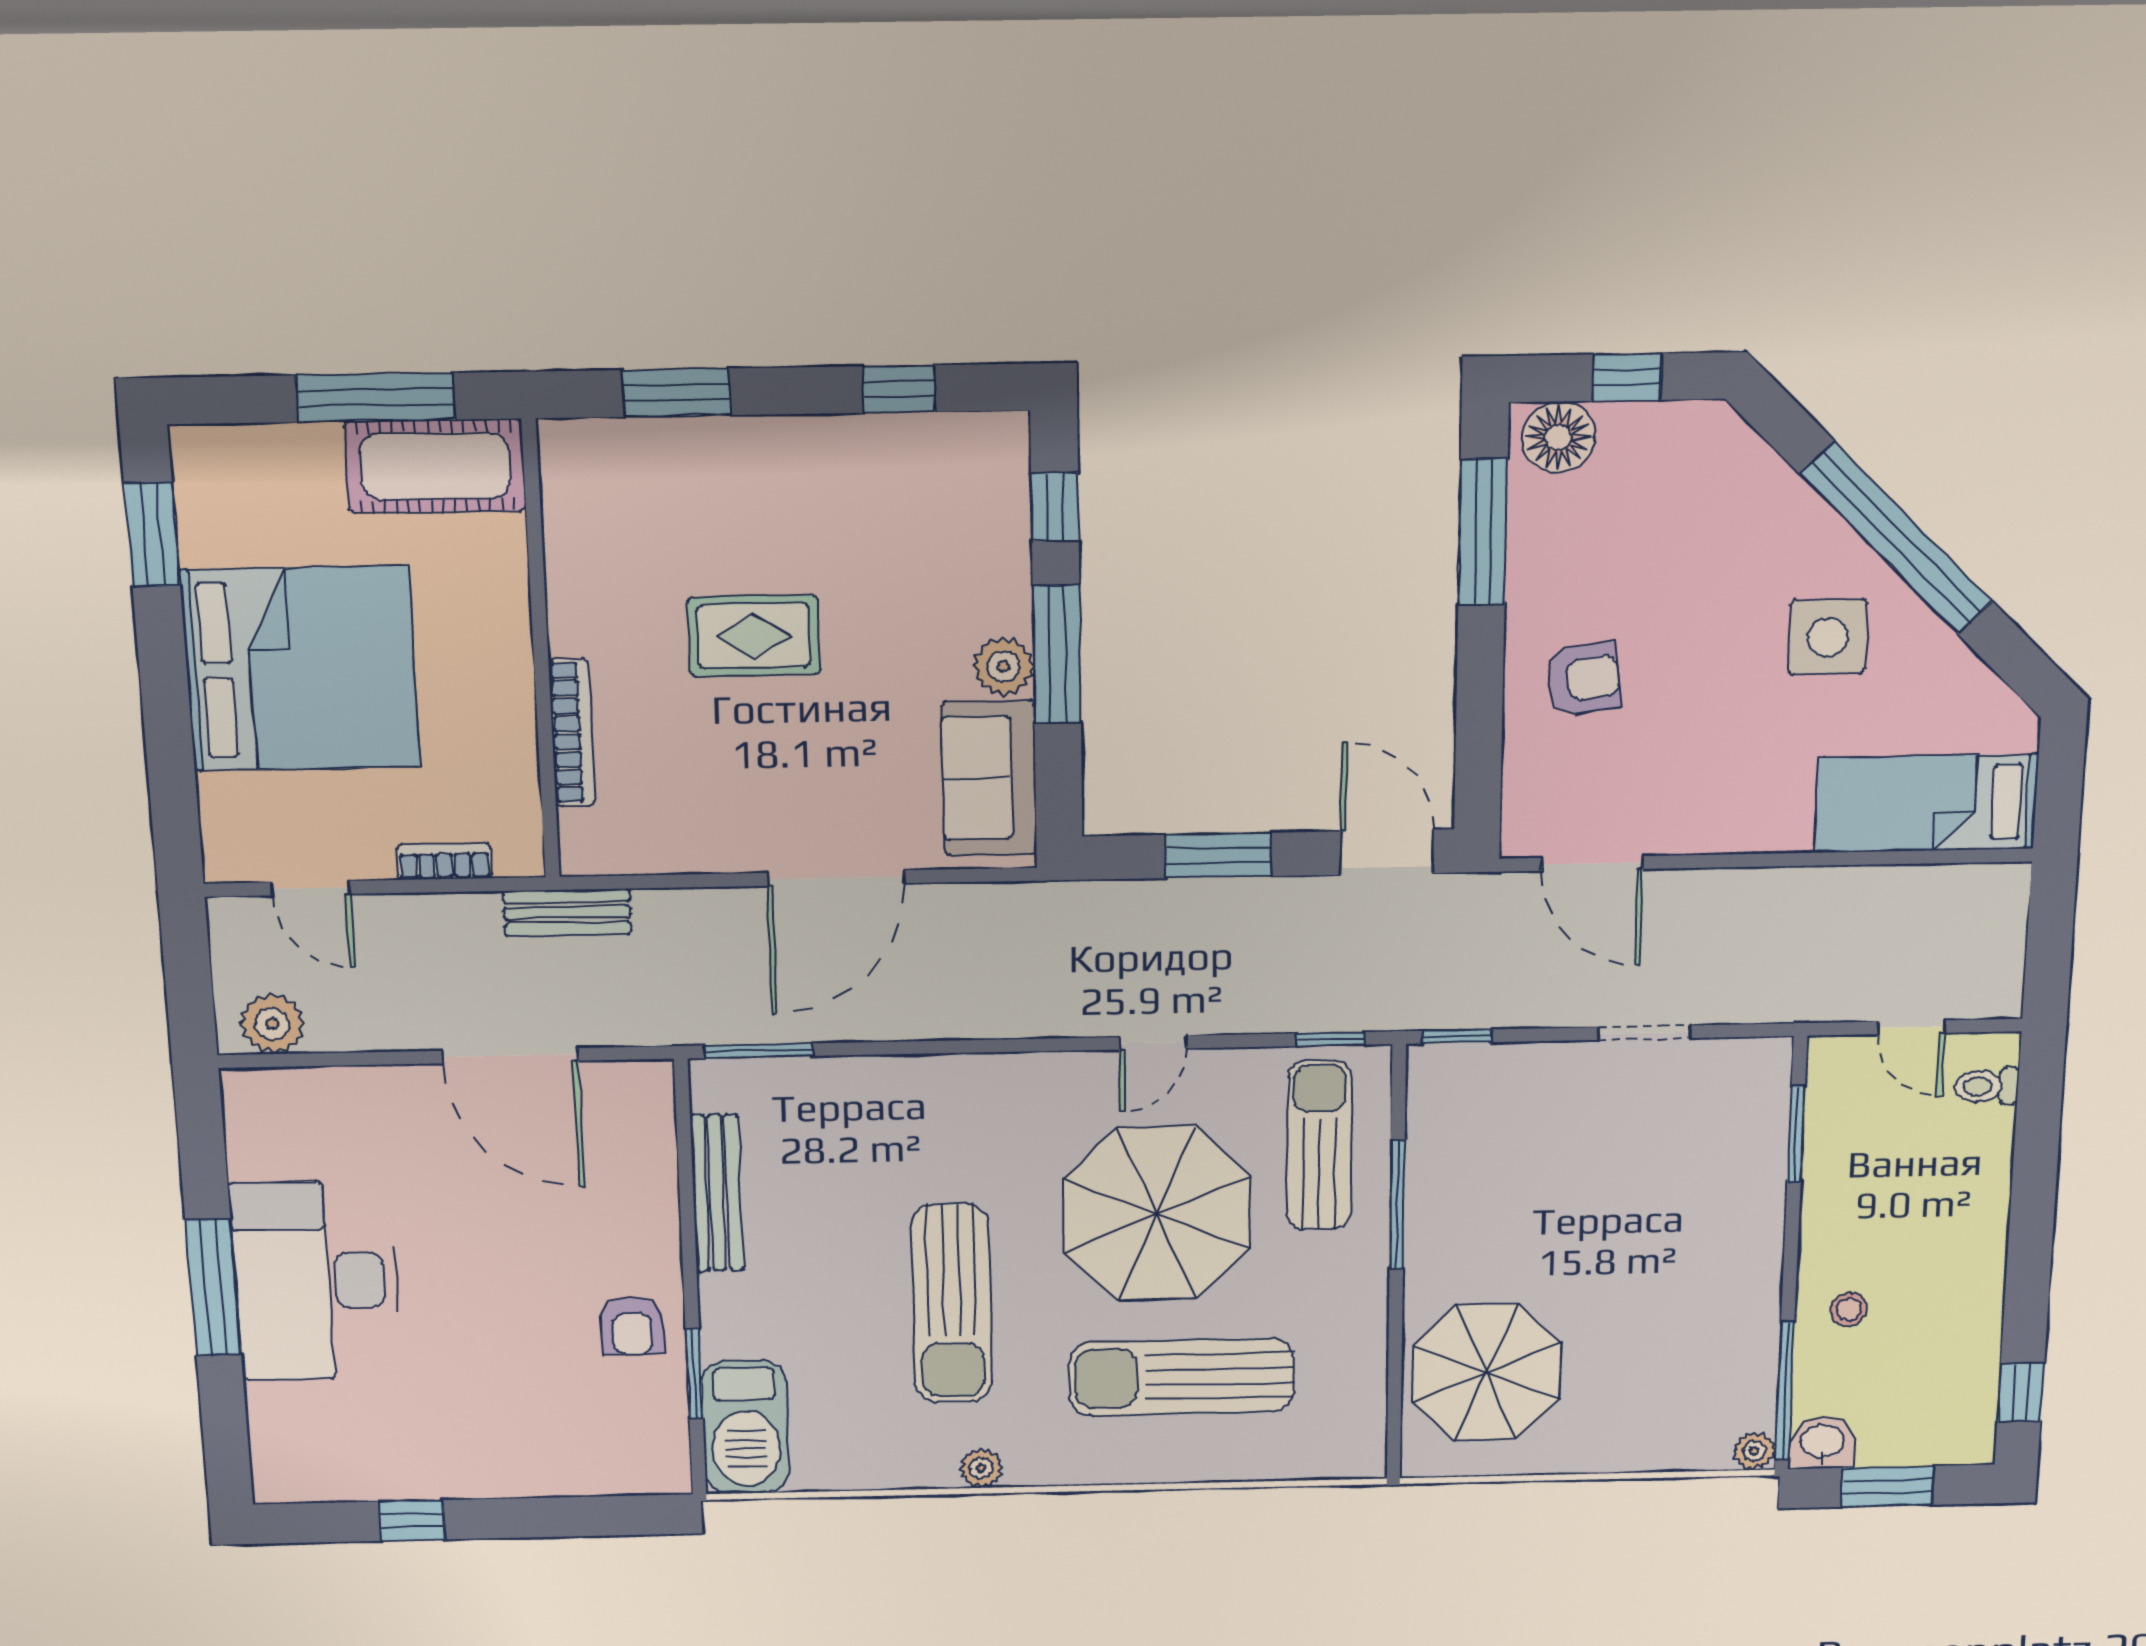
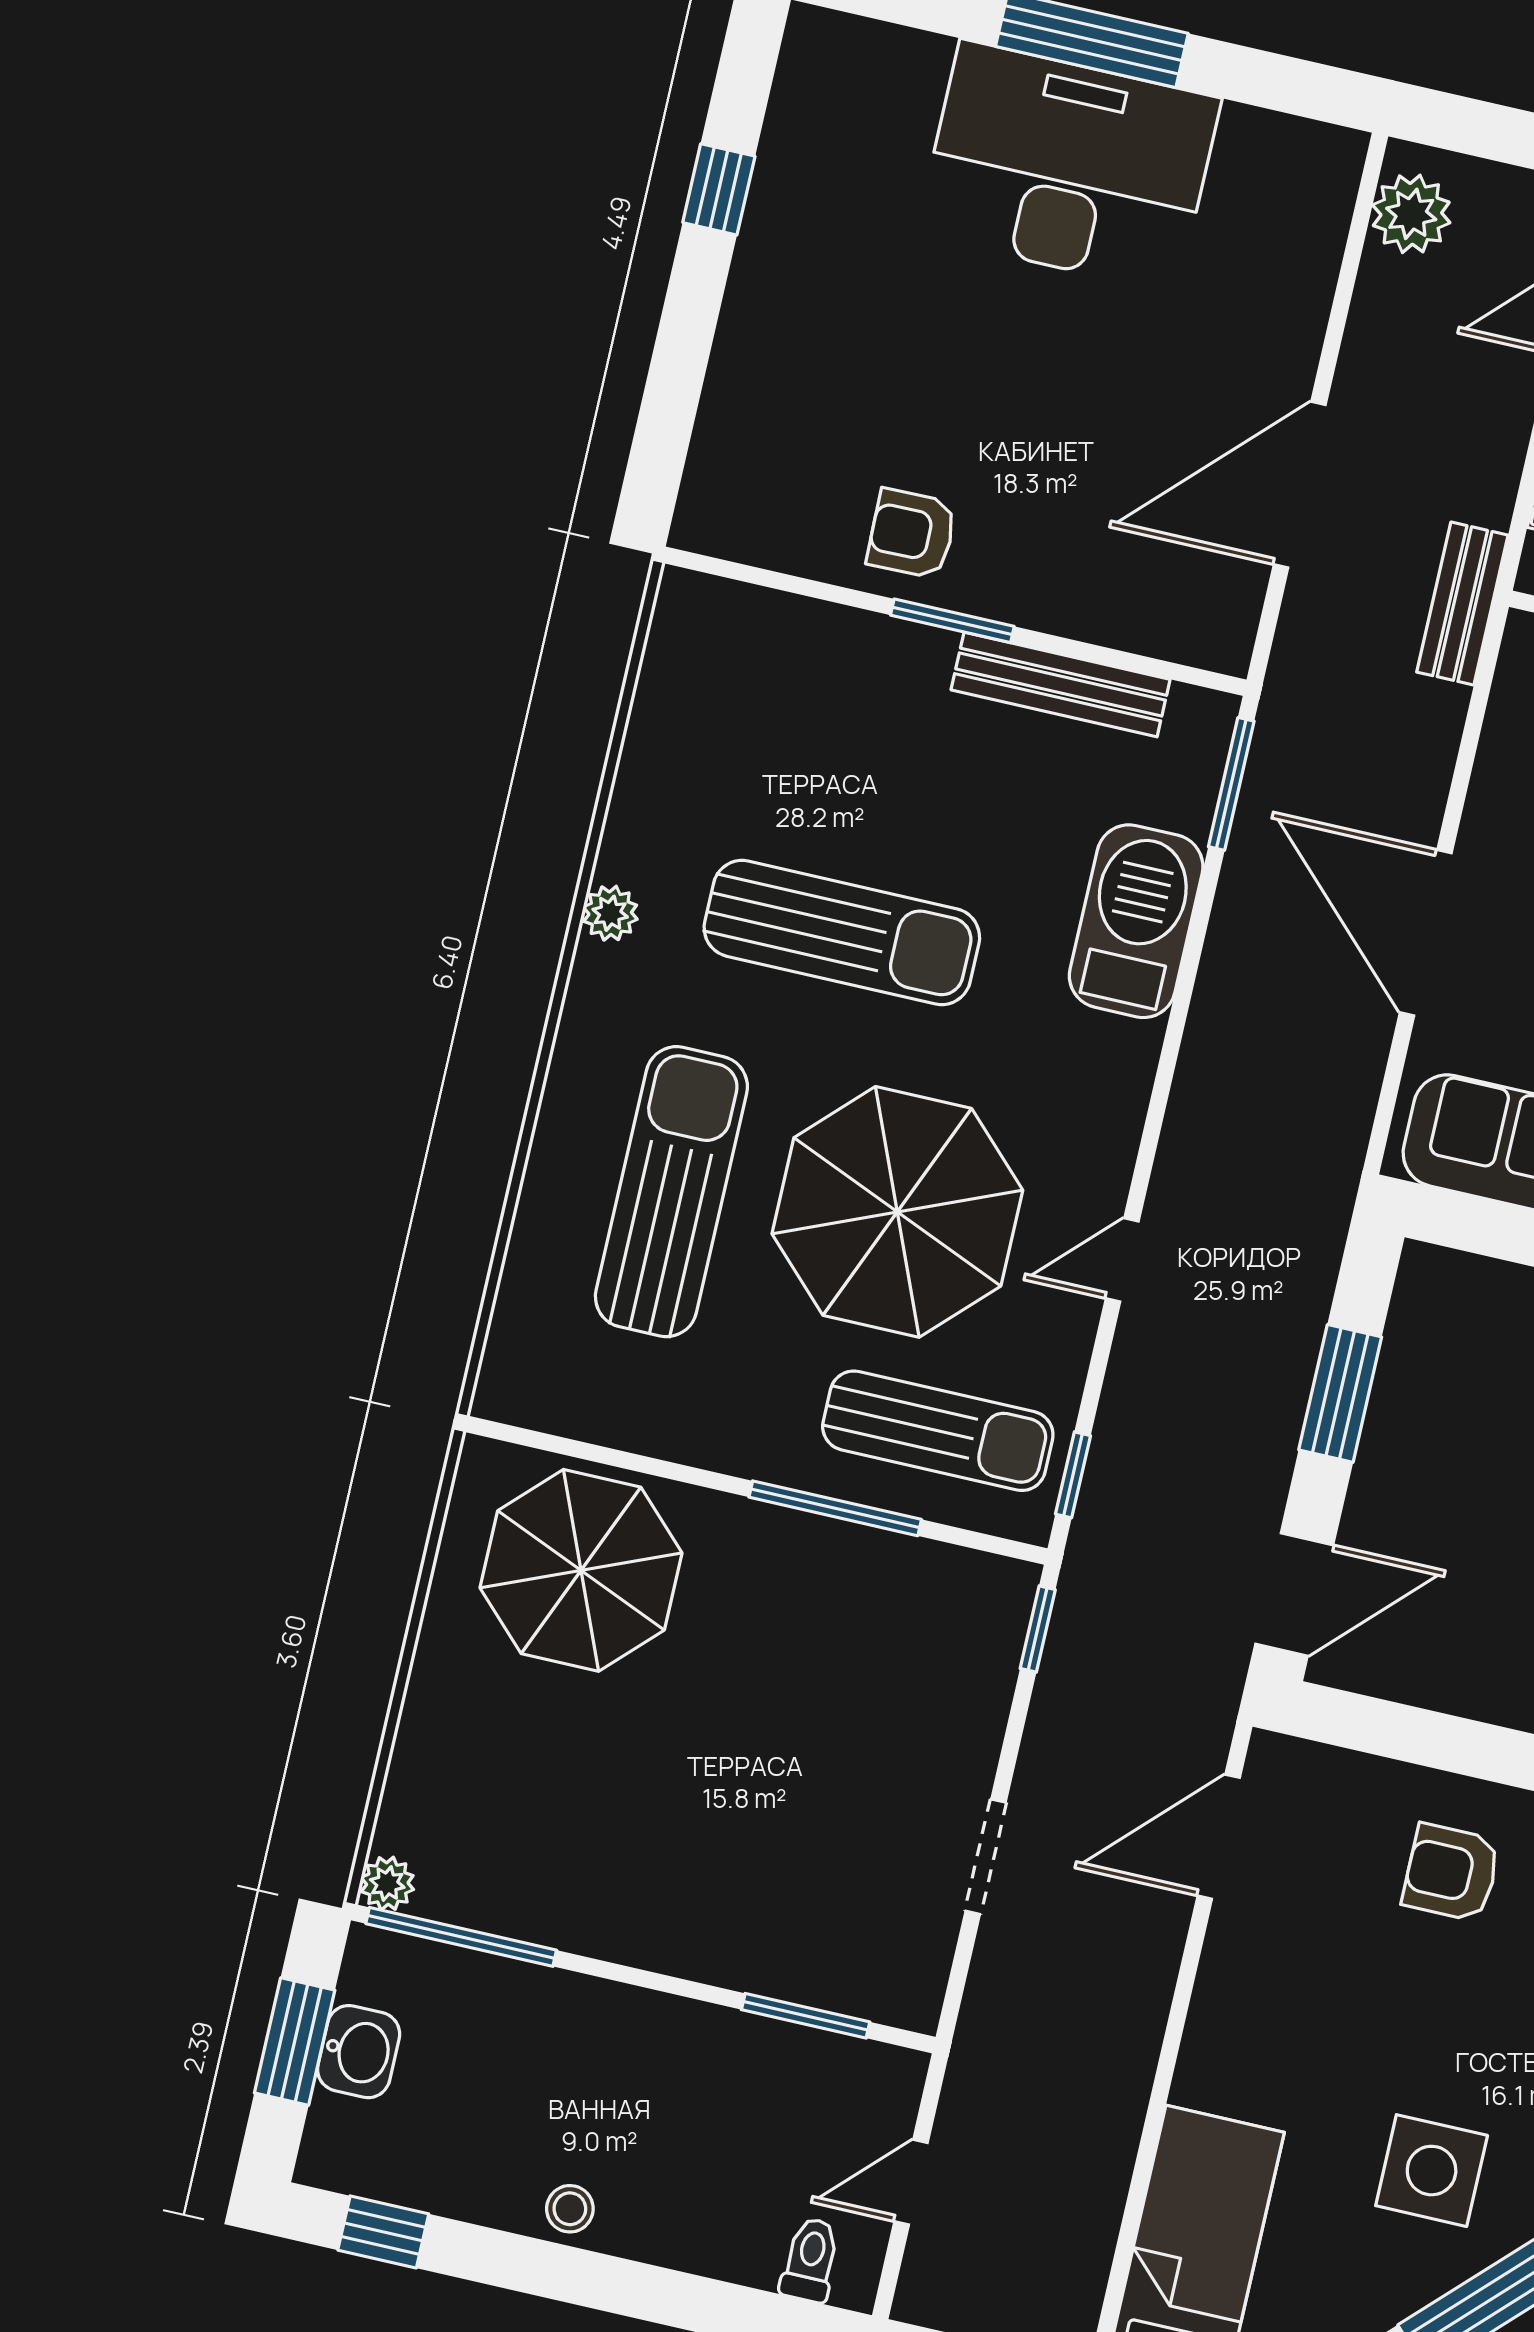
armchair: (1583, 679) -> (1451, 1873), turned 98
door: (1153, 1043) -> (1122, 1260), hinge flipped
sun lounger: (952, 1304) -> (842, 933), turned 180
stool: (1849, 1309) -> (570, 2209), moved
window: (694, 1374) -> (952, 621), moved
barbecue: (745, 1427) -> (1136, 921), moved, turned 90
washbasin: (1822, 1443) -> (359, 2052), moved

